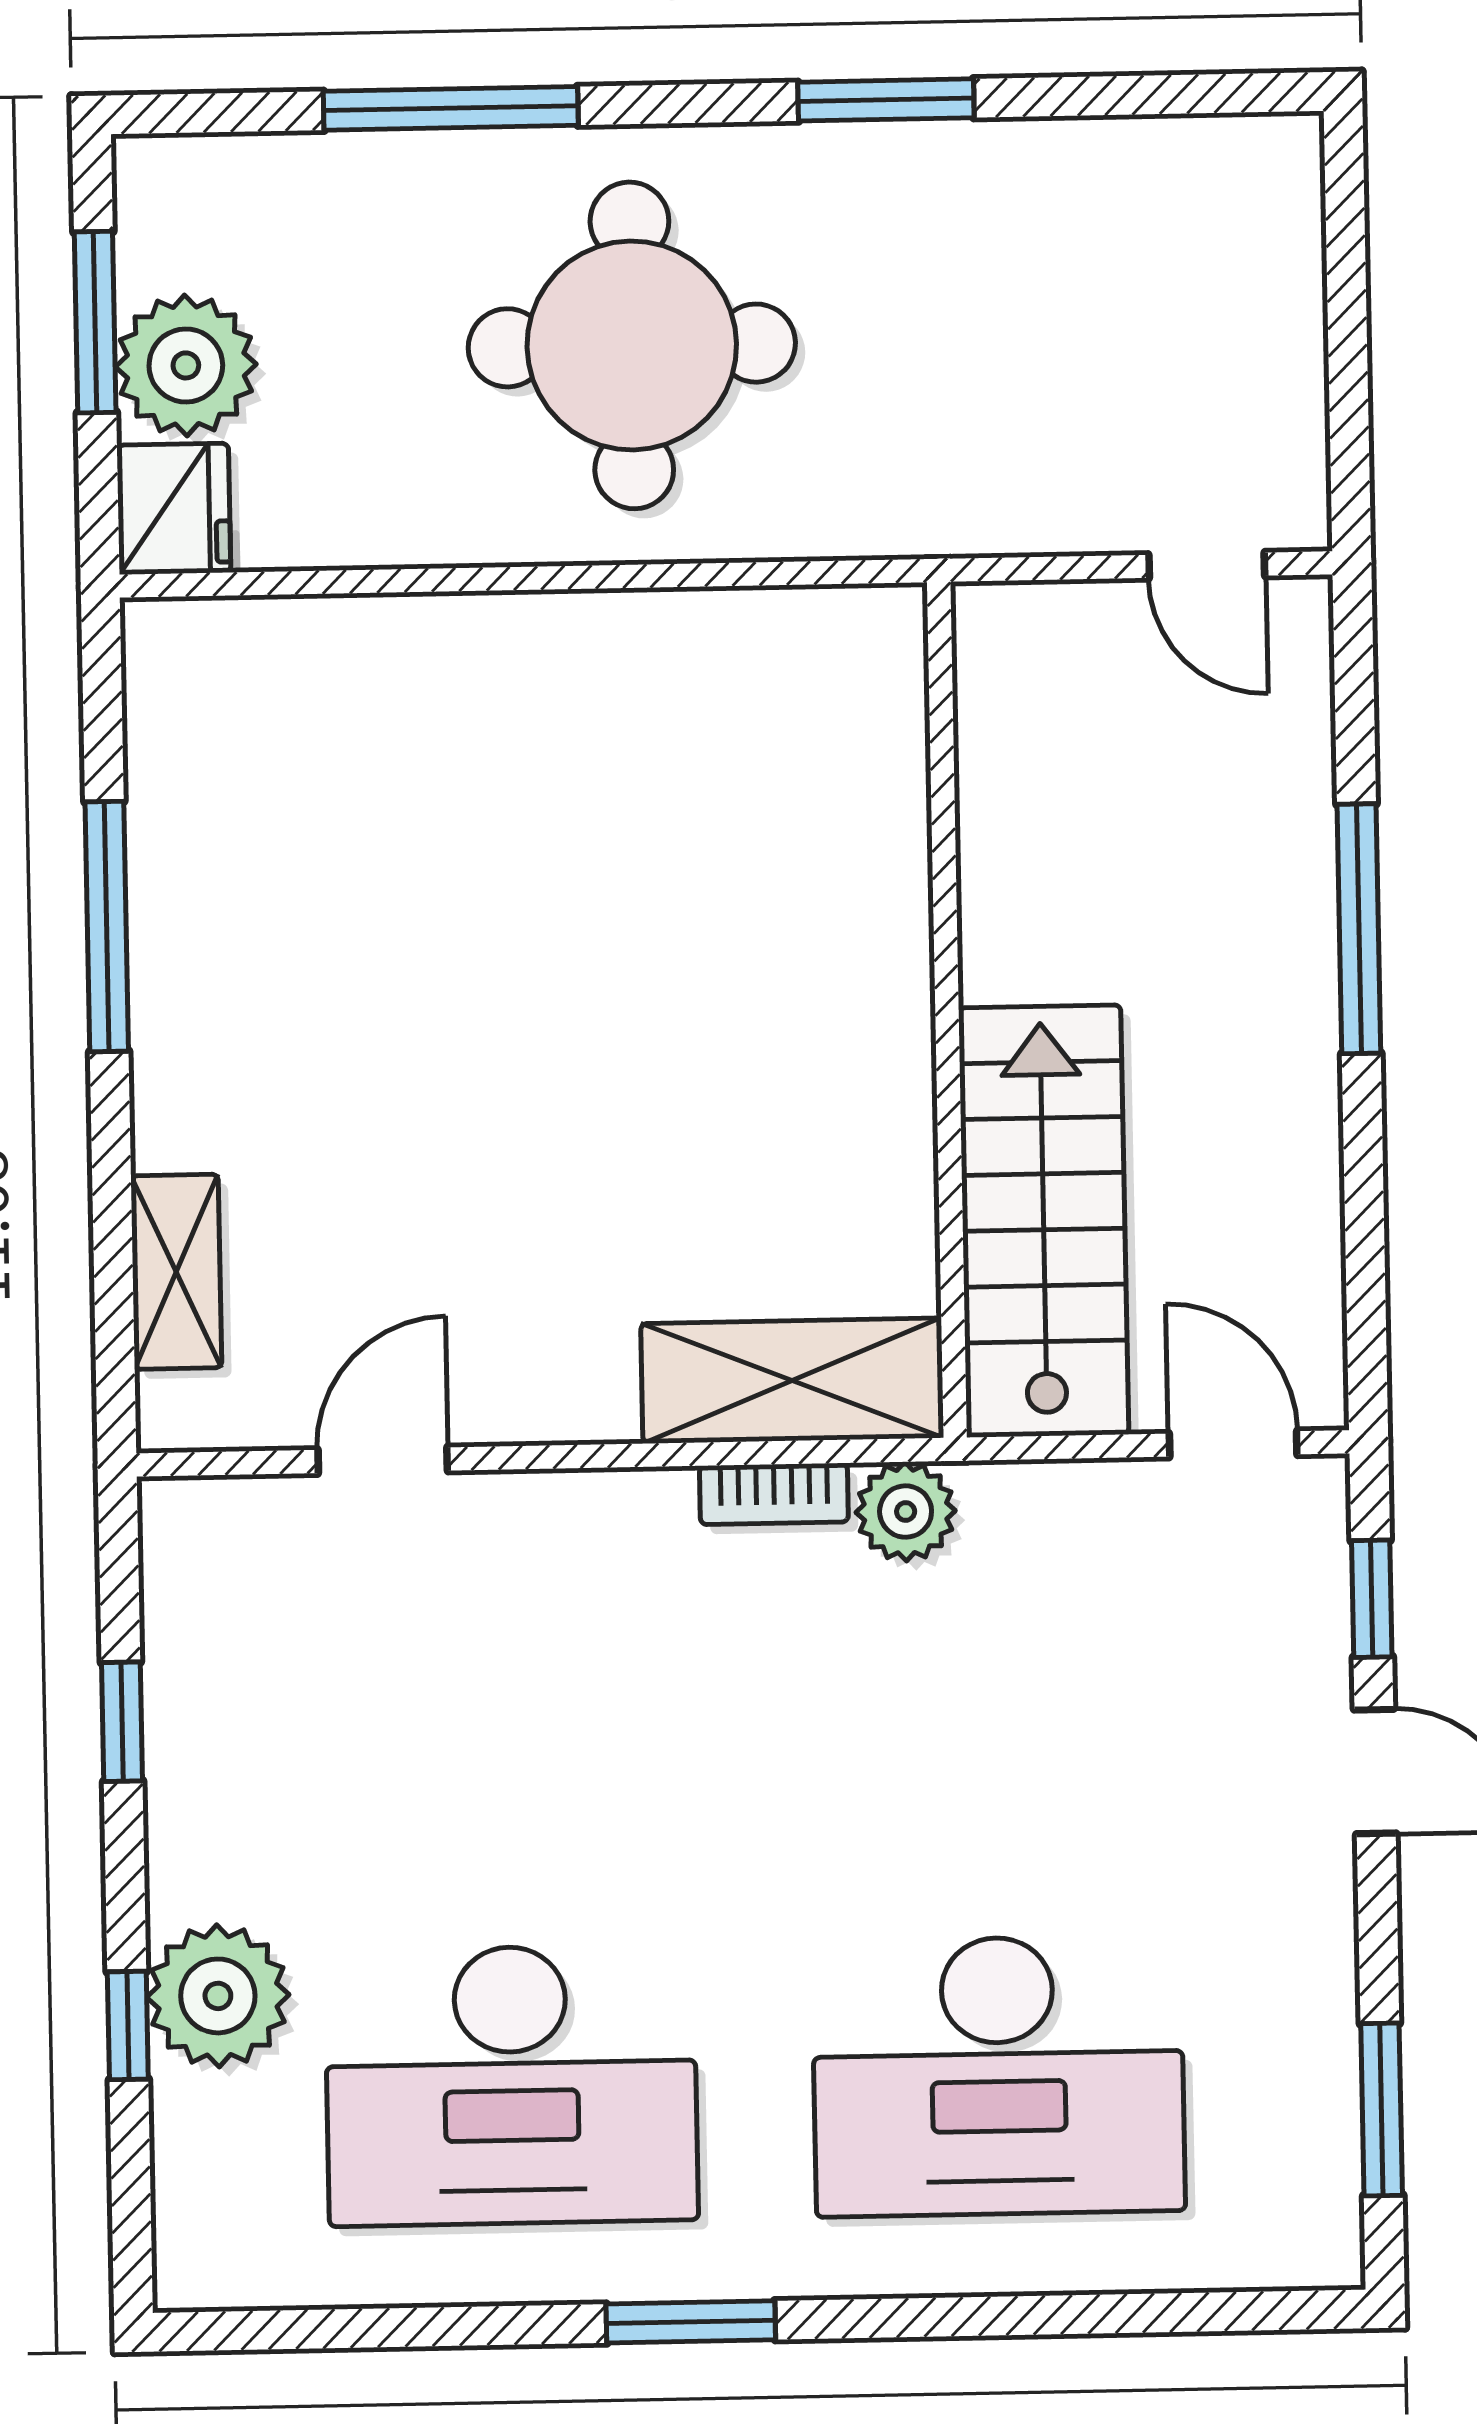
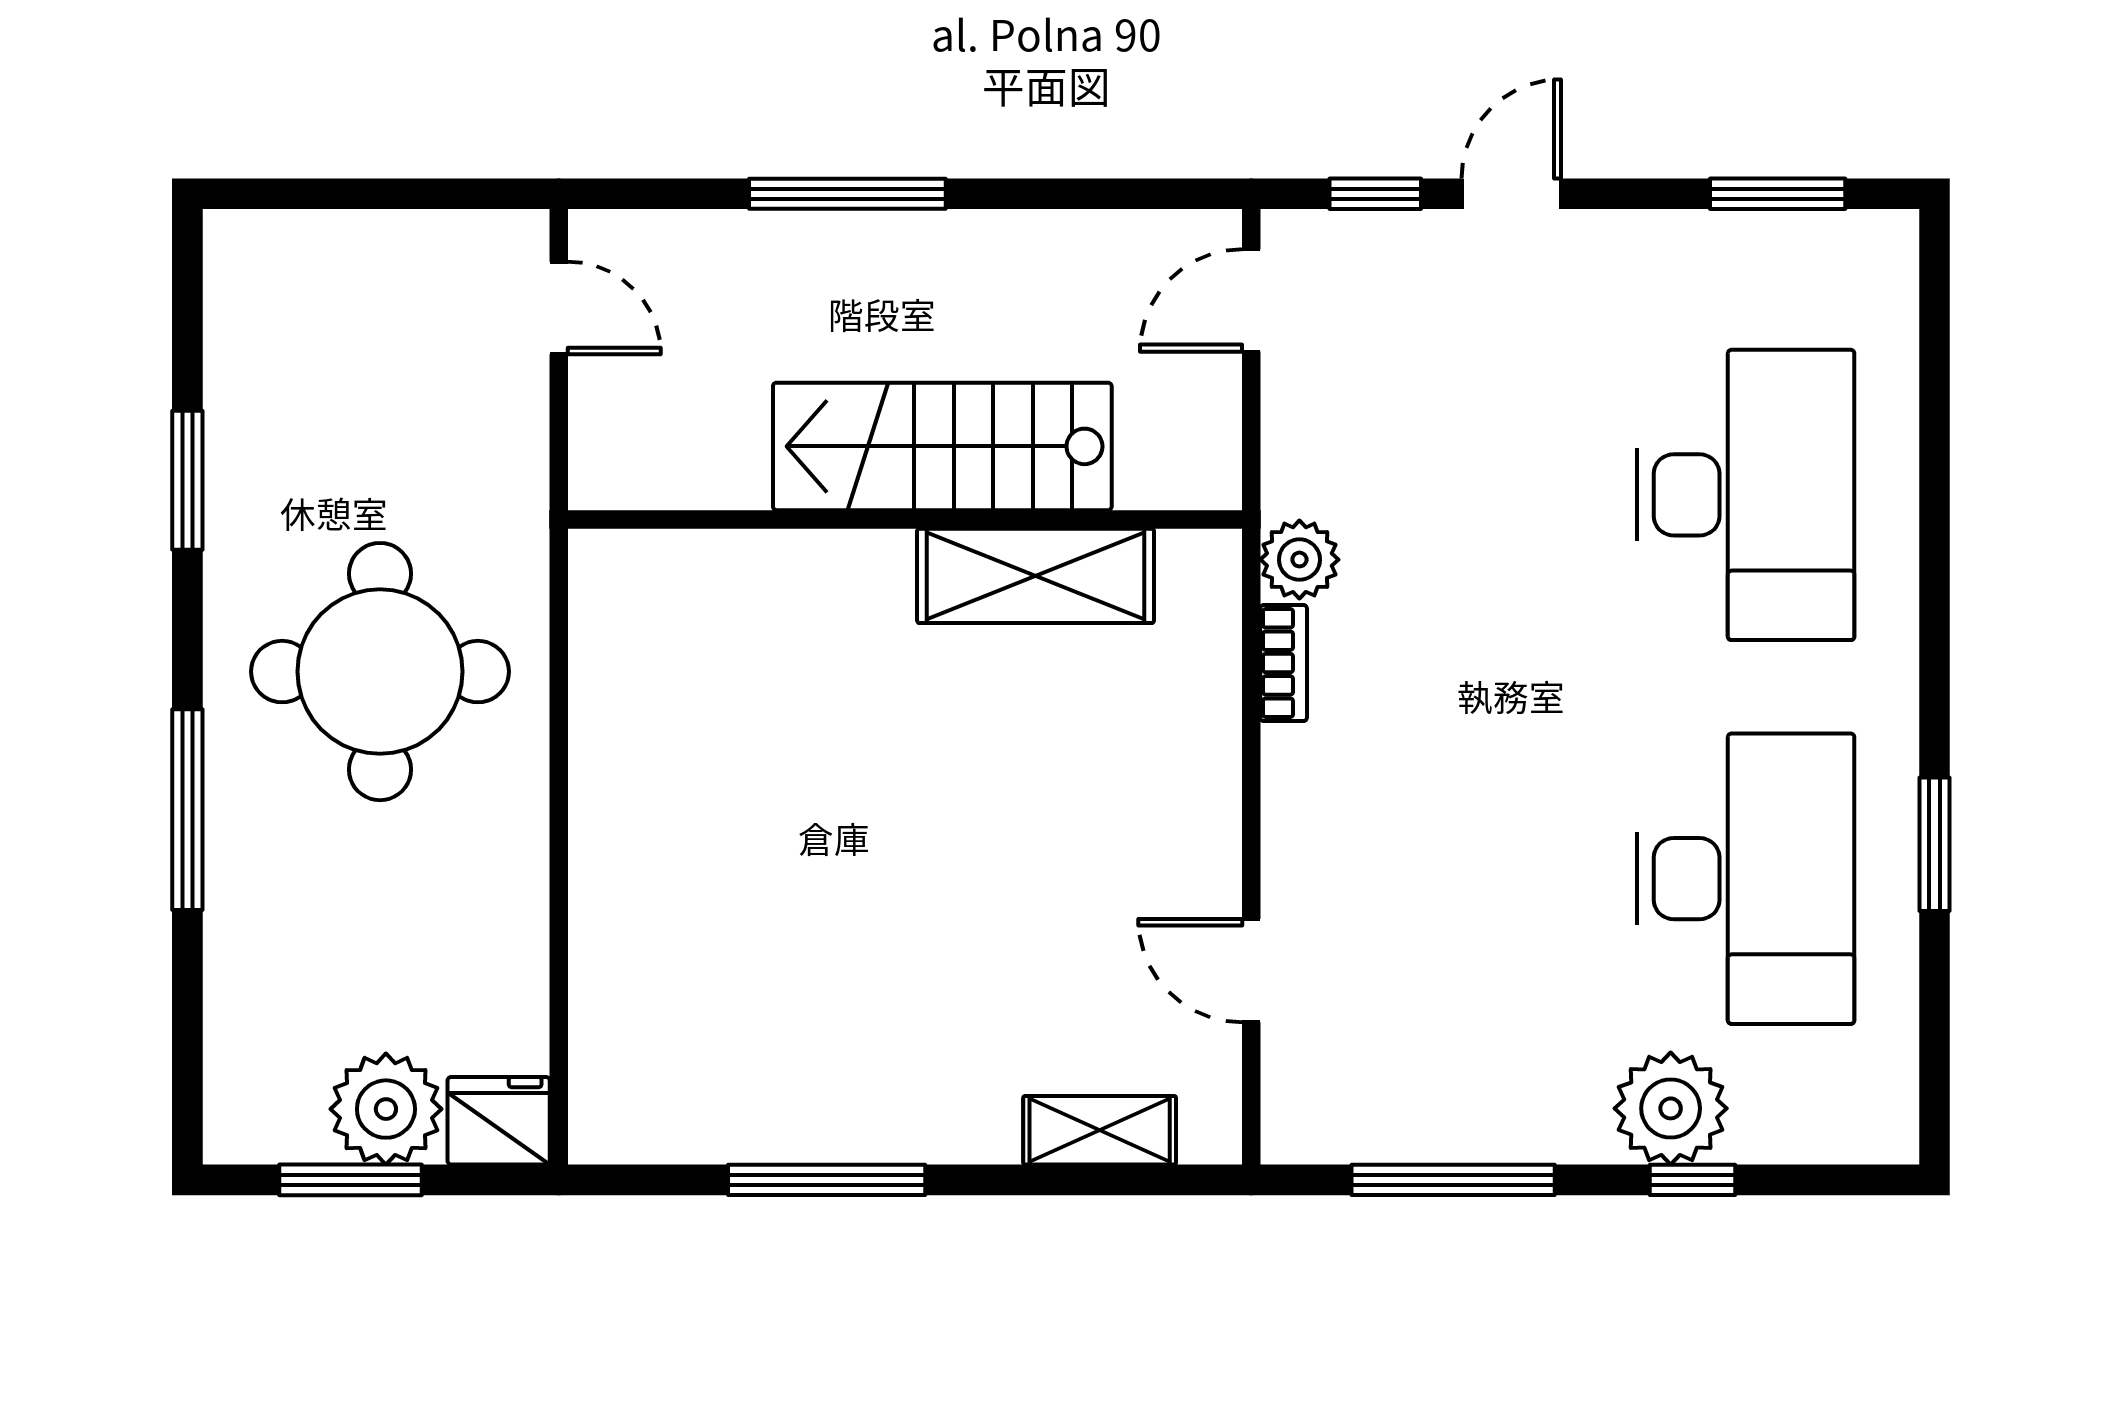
window: (886, 100) -> (187, 480), moved
window: (451, 108) -> (187, 810), moved
round table: (632, 345) -> (380, 672), moved
door: (1207, 565) -> (559, 308), hinge flipped
stairs: (1044, 1221) -> (942, 446), moved
shelving: (792, 1381) -> (1036, 576), moved, turned 90
window: (122, 1722) -> (1453, 1180), width x2.17
window: (691, 2322) -> (1934, 844), moved

